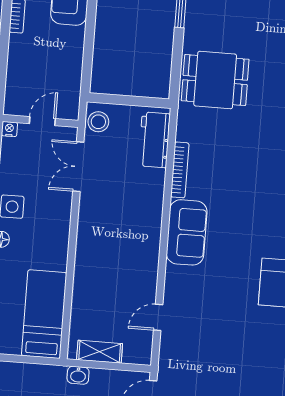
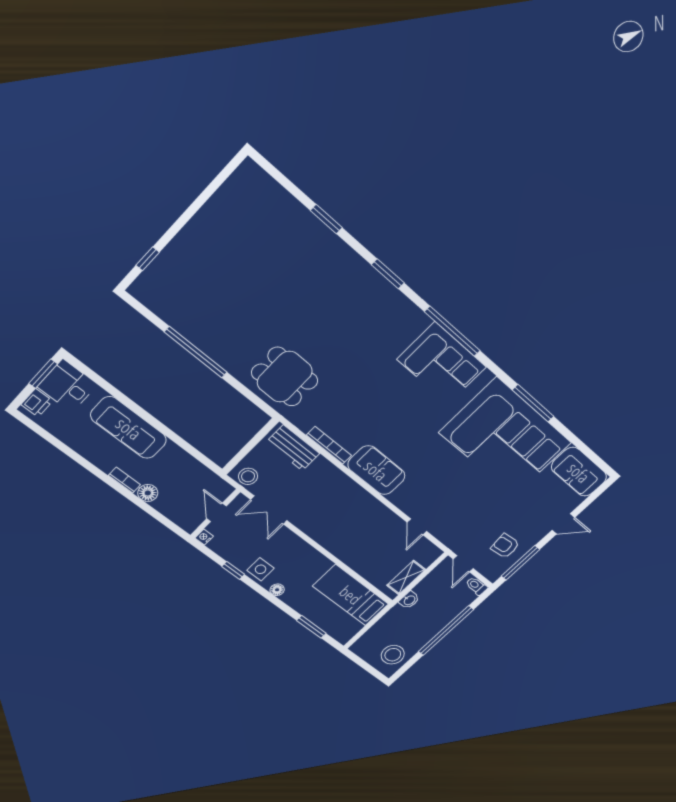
floor lamp: (19, 45) -> (148, 493), added
dining table: (215, 80) -> (285, 377), turned 90

